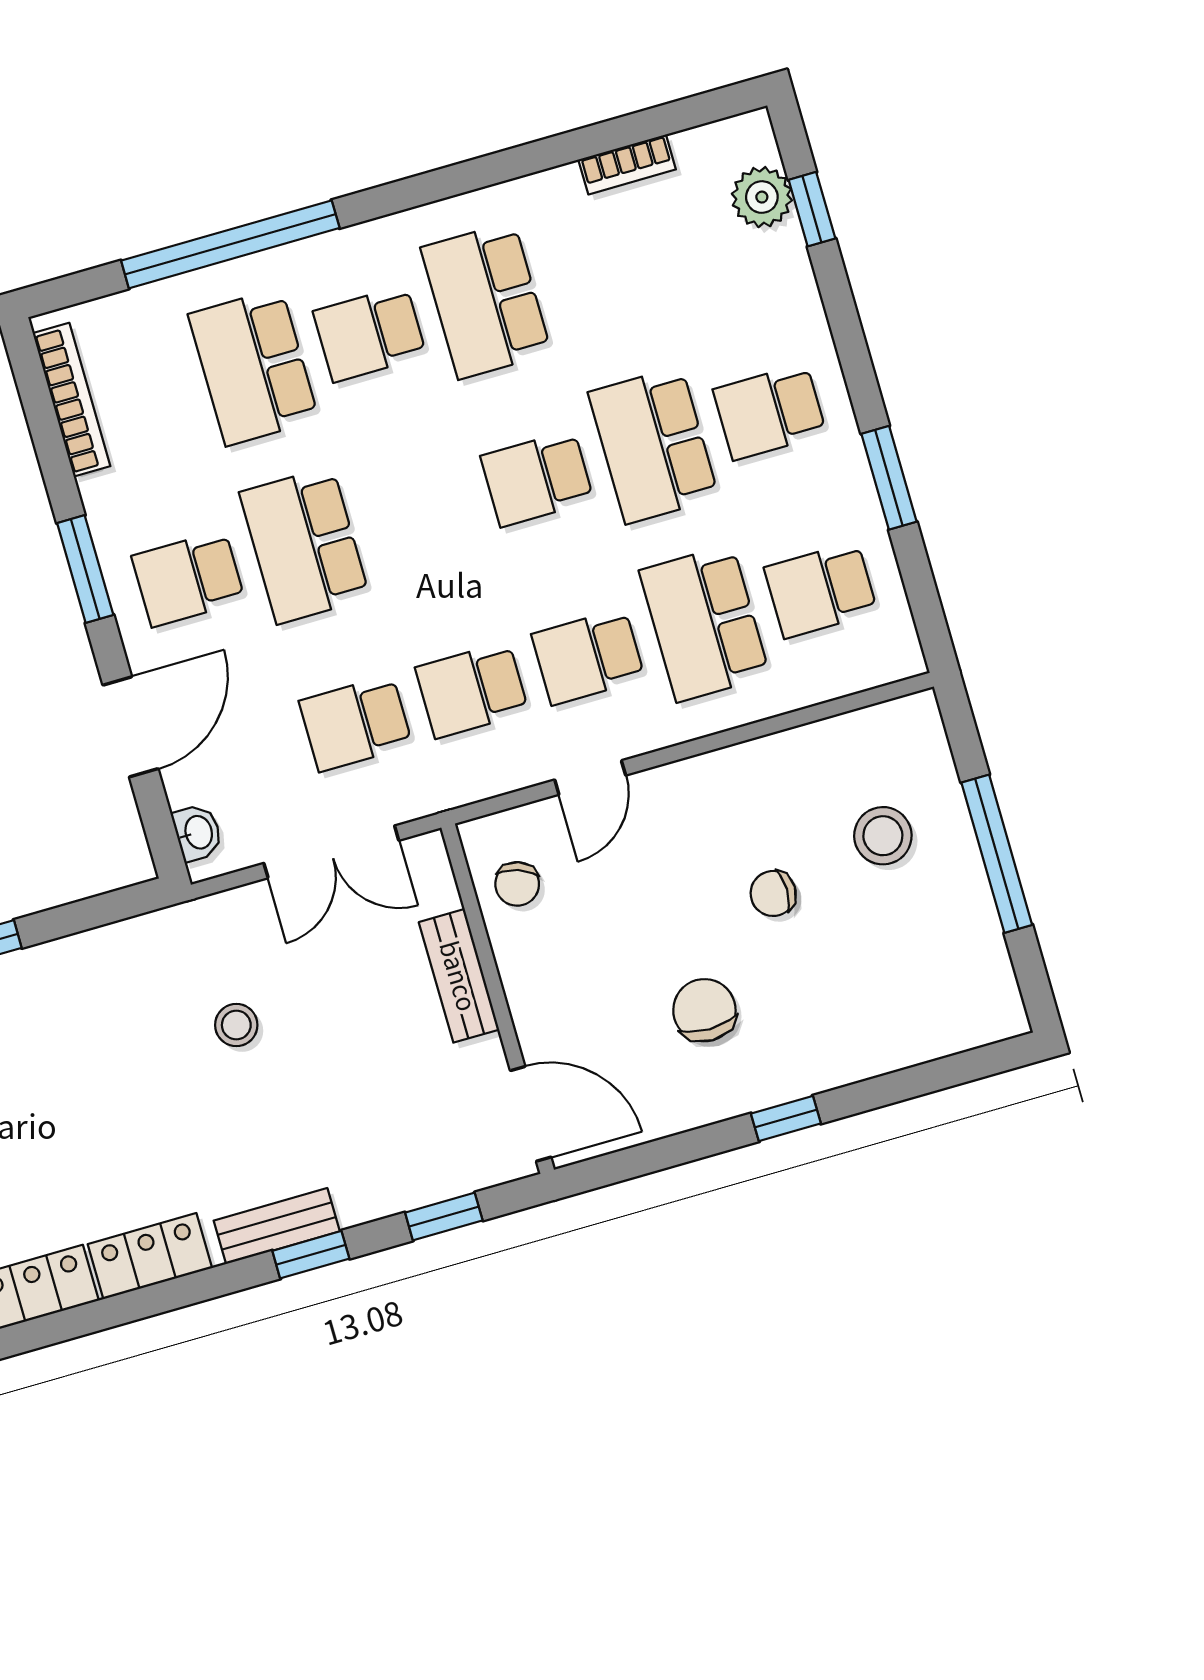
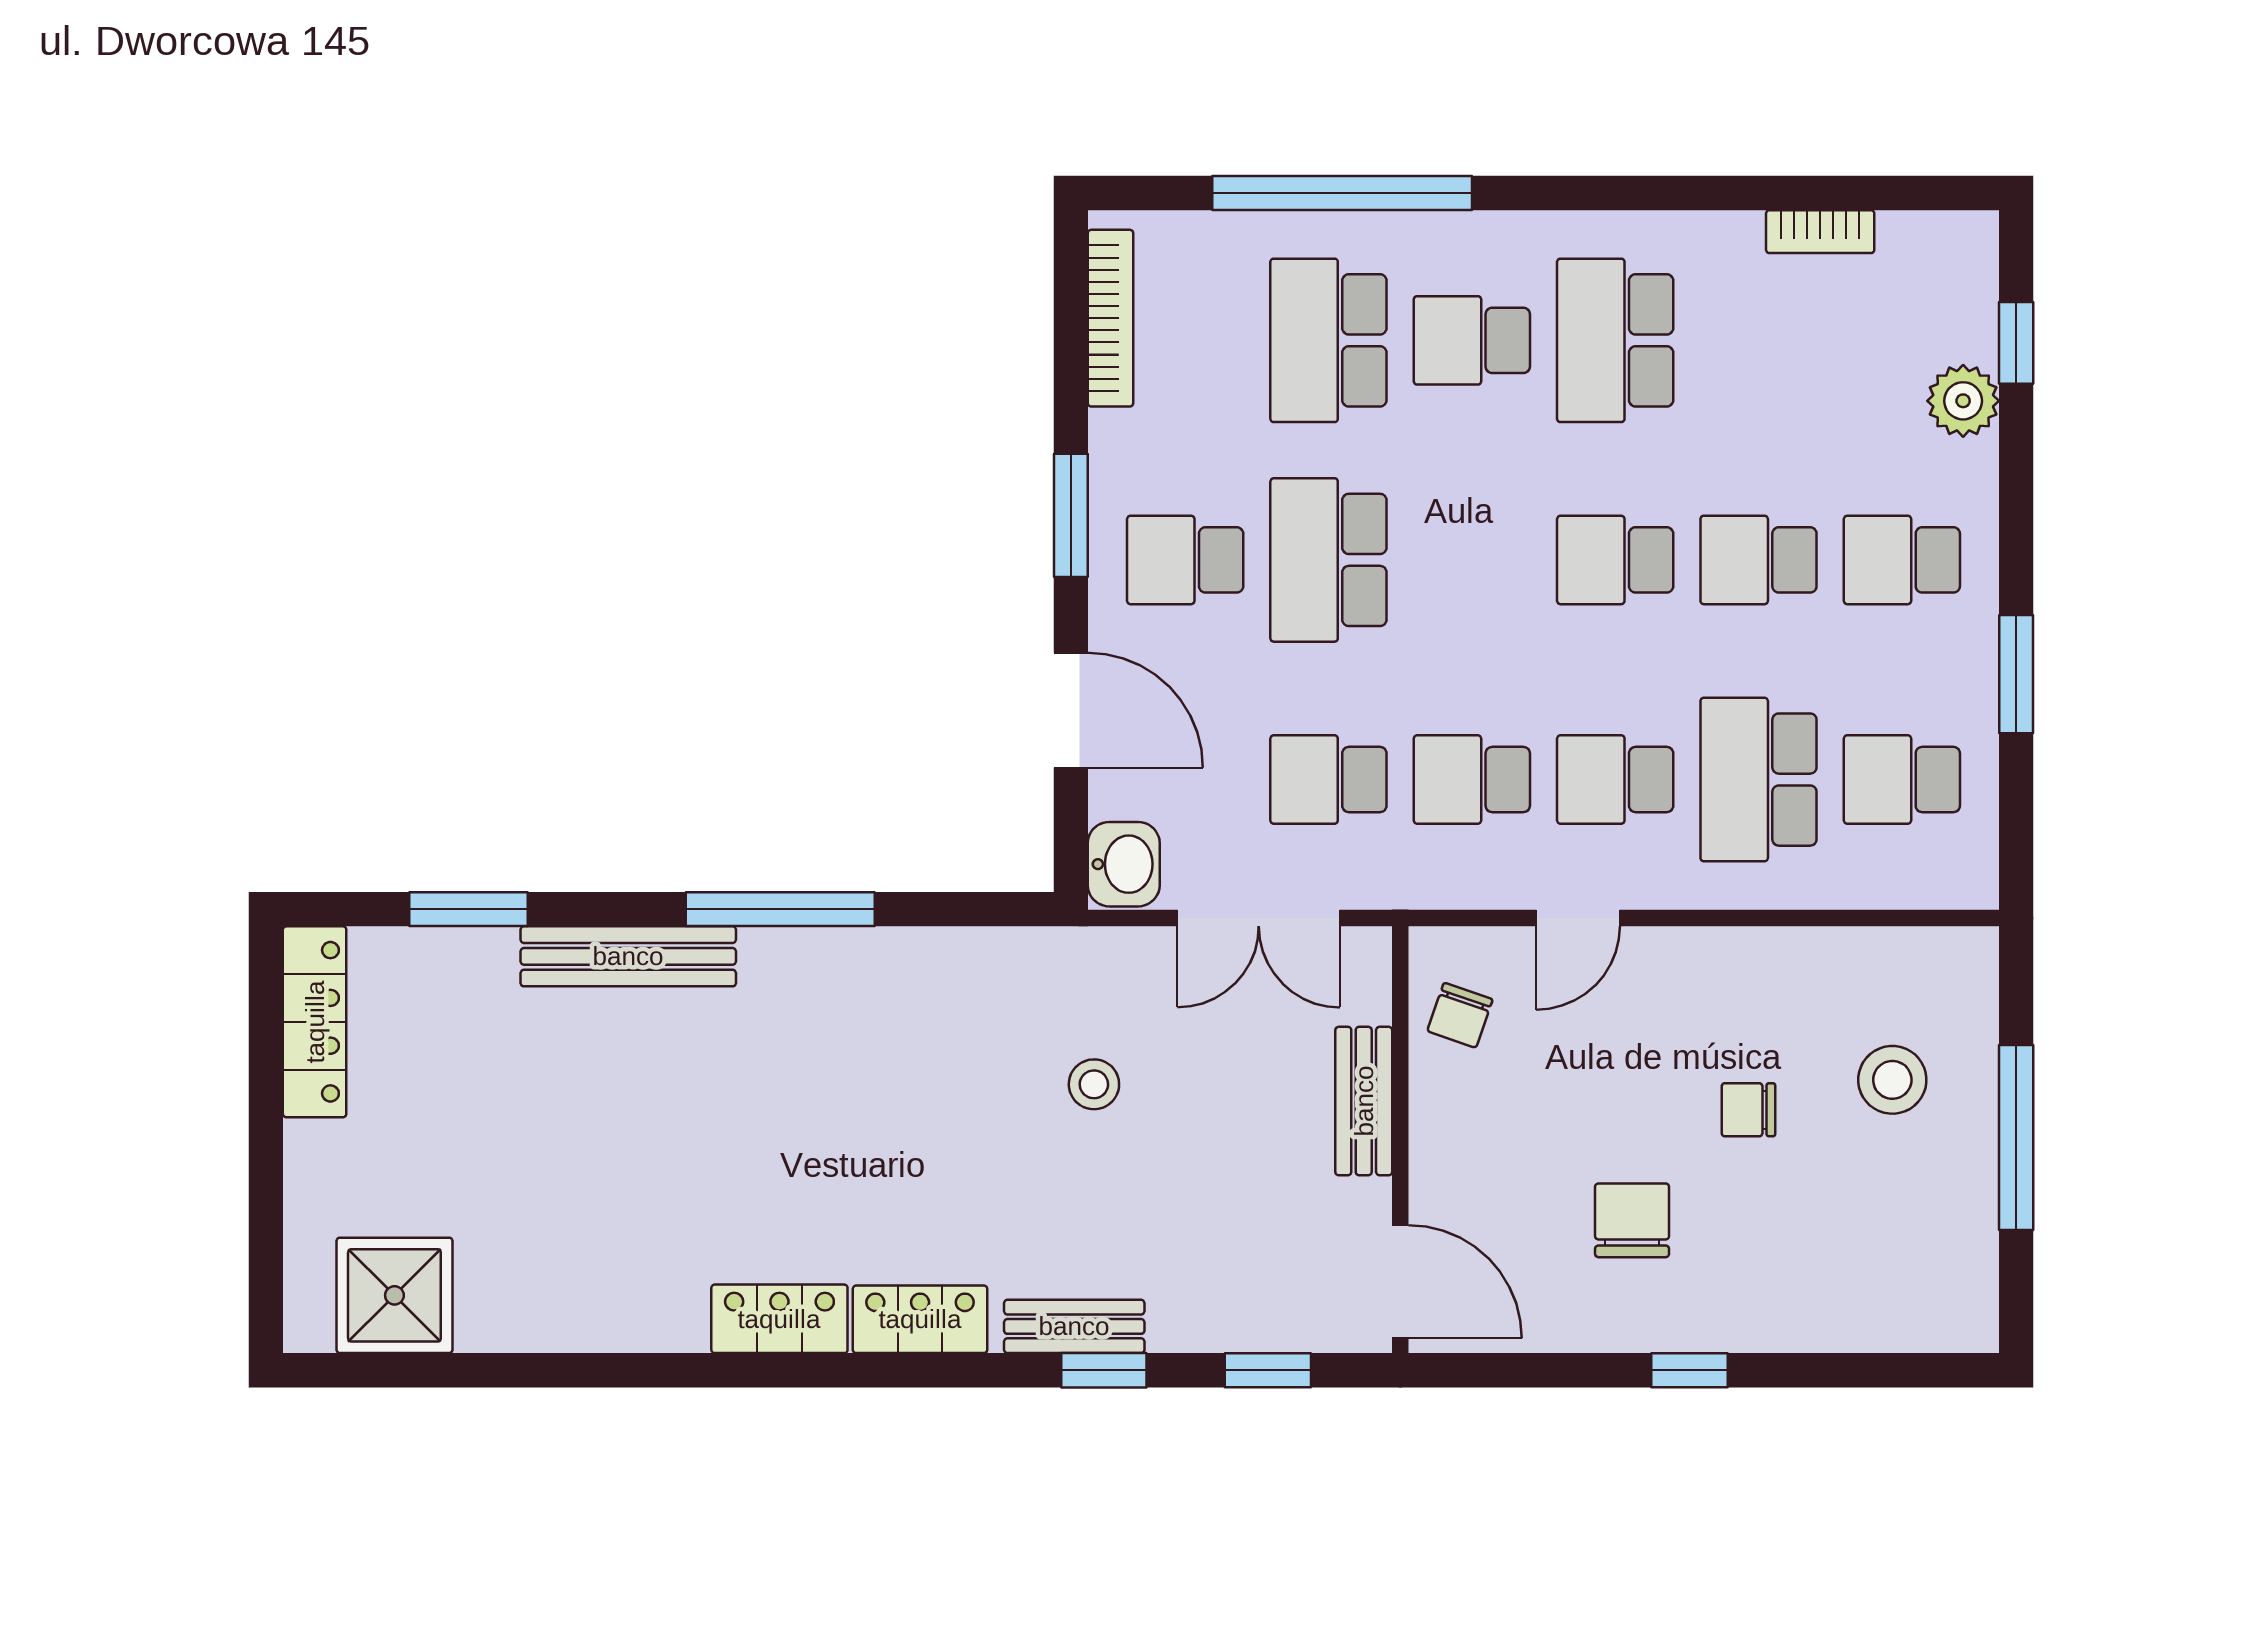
plant: (762, 197) -> (1963, 401), moved
school desk: (653, 445) -> (1759, 560), width x0.54
door: (130, 727) -> (1071, 710), hinge flipped
washbasin: (198, 833) -> (1124, 864), width x1.38, depth x1.45

